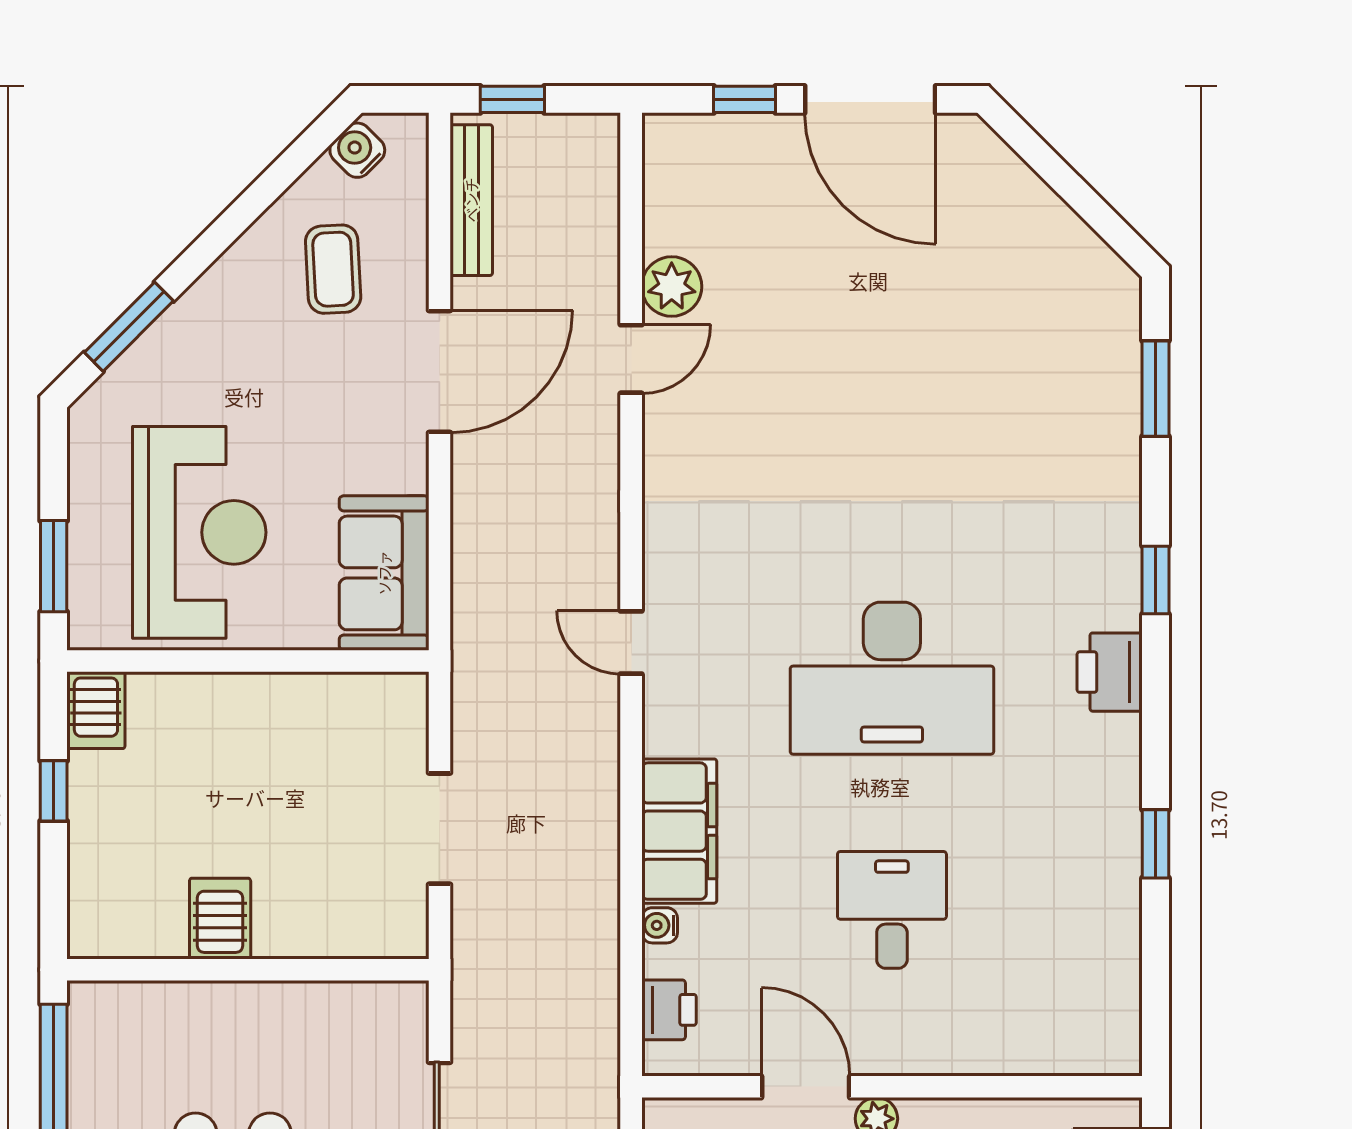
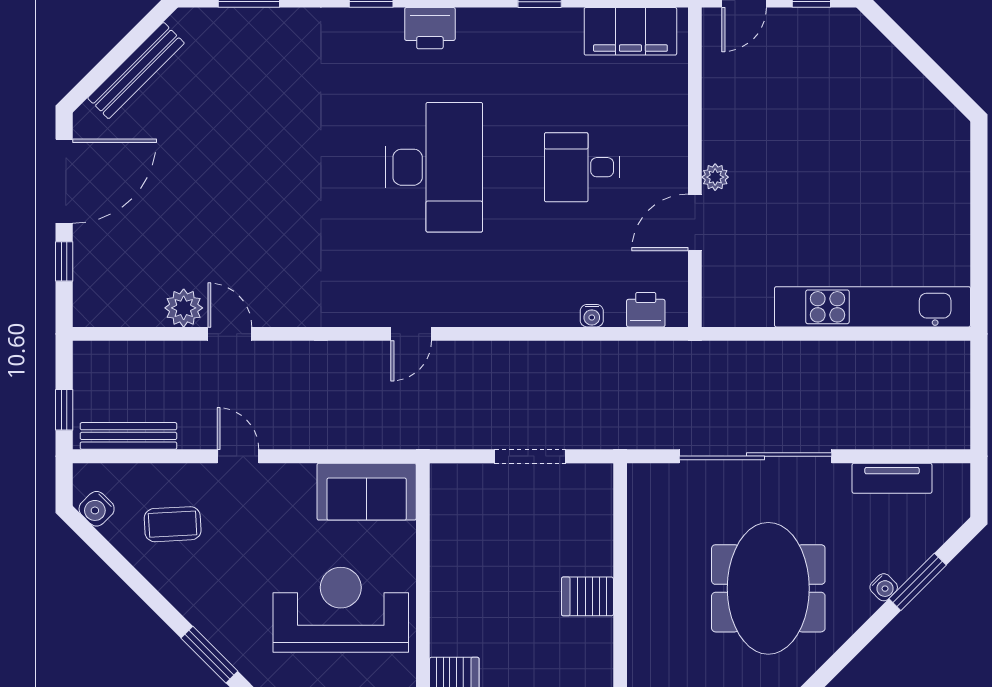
bench: (1043, 212) -> (136, 71), added
door: (439, 371) -> (238, 456), width x0.53
filing cabinet: (679, 831) -> (630, 31), moved, turned 180

